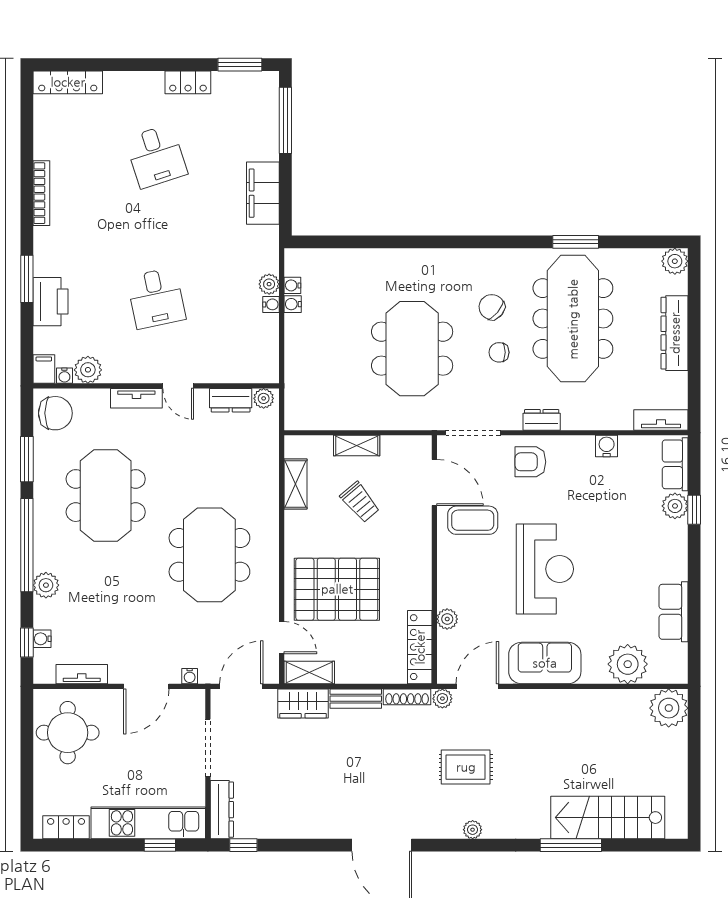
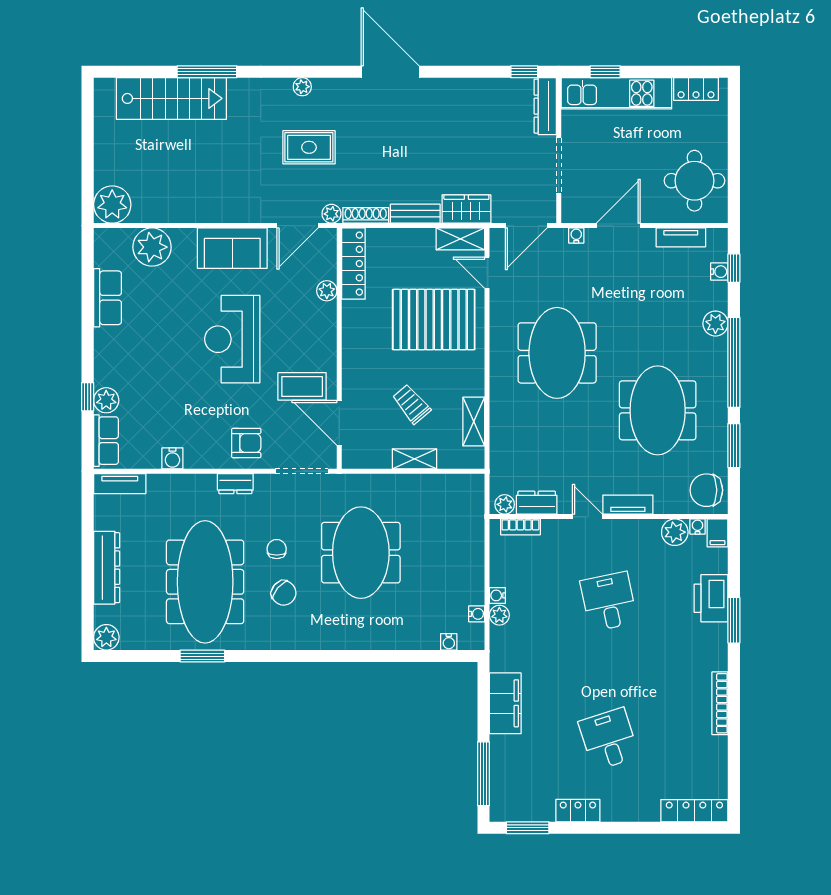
water cooler: (293, 304) -> (449, 642), moved, turned 90
chair: (499, 352) -> (277, 549), turned -90
bookcase: (247, 375) -> (520, 527), added

